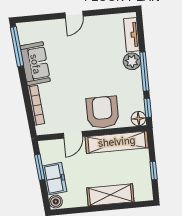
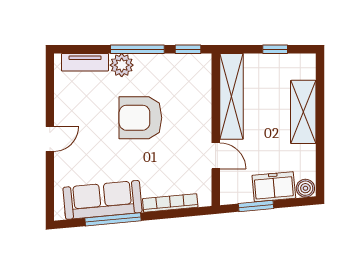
door: (74, 15) -> (50, 139), hinge flipped
window: (17, 47) -> (113, 219), moved
sofa: (35, 64) -> (102, 200), width x1.36
armchair: (102, 112) -> (140, 118), moved
floor lamp: (138, 119) -> (202, 63), removed

